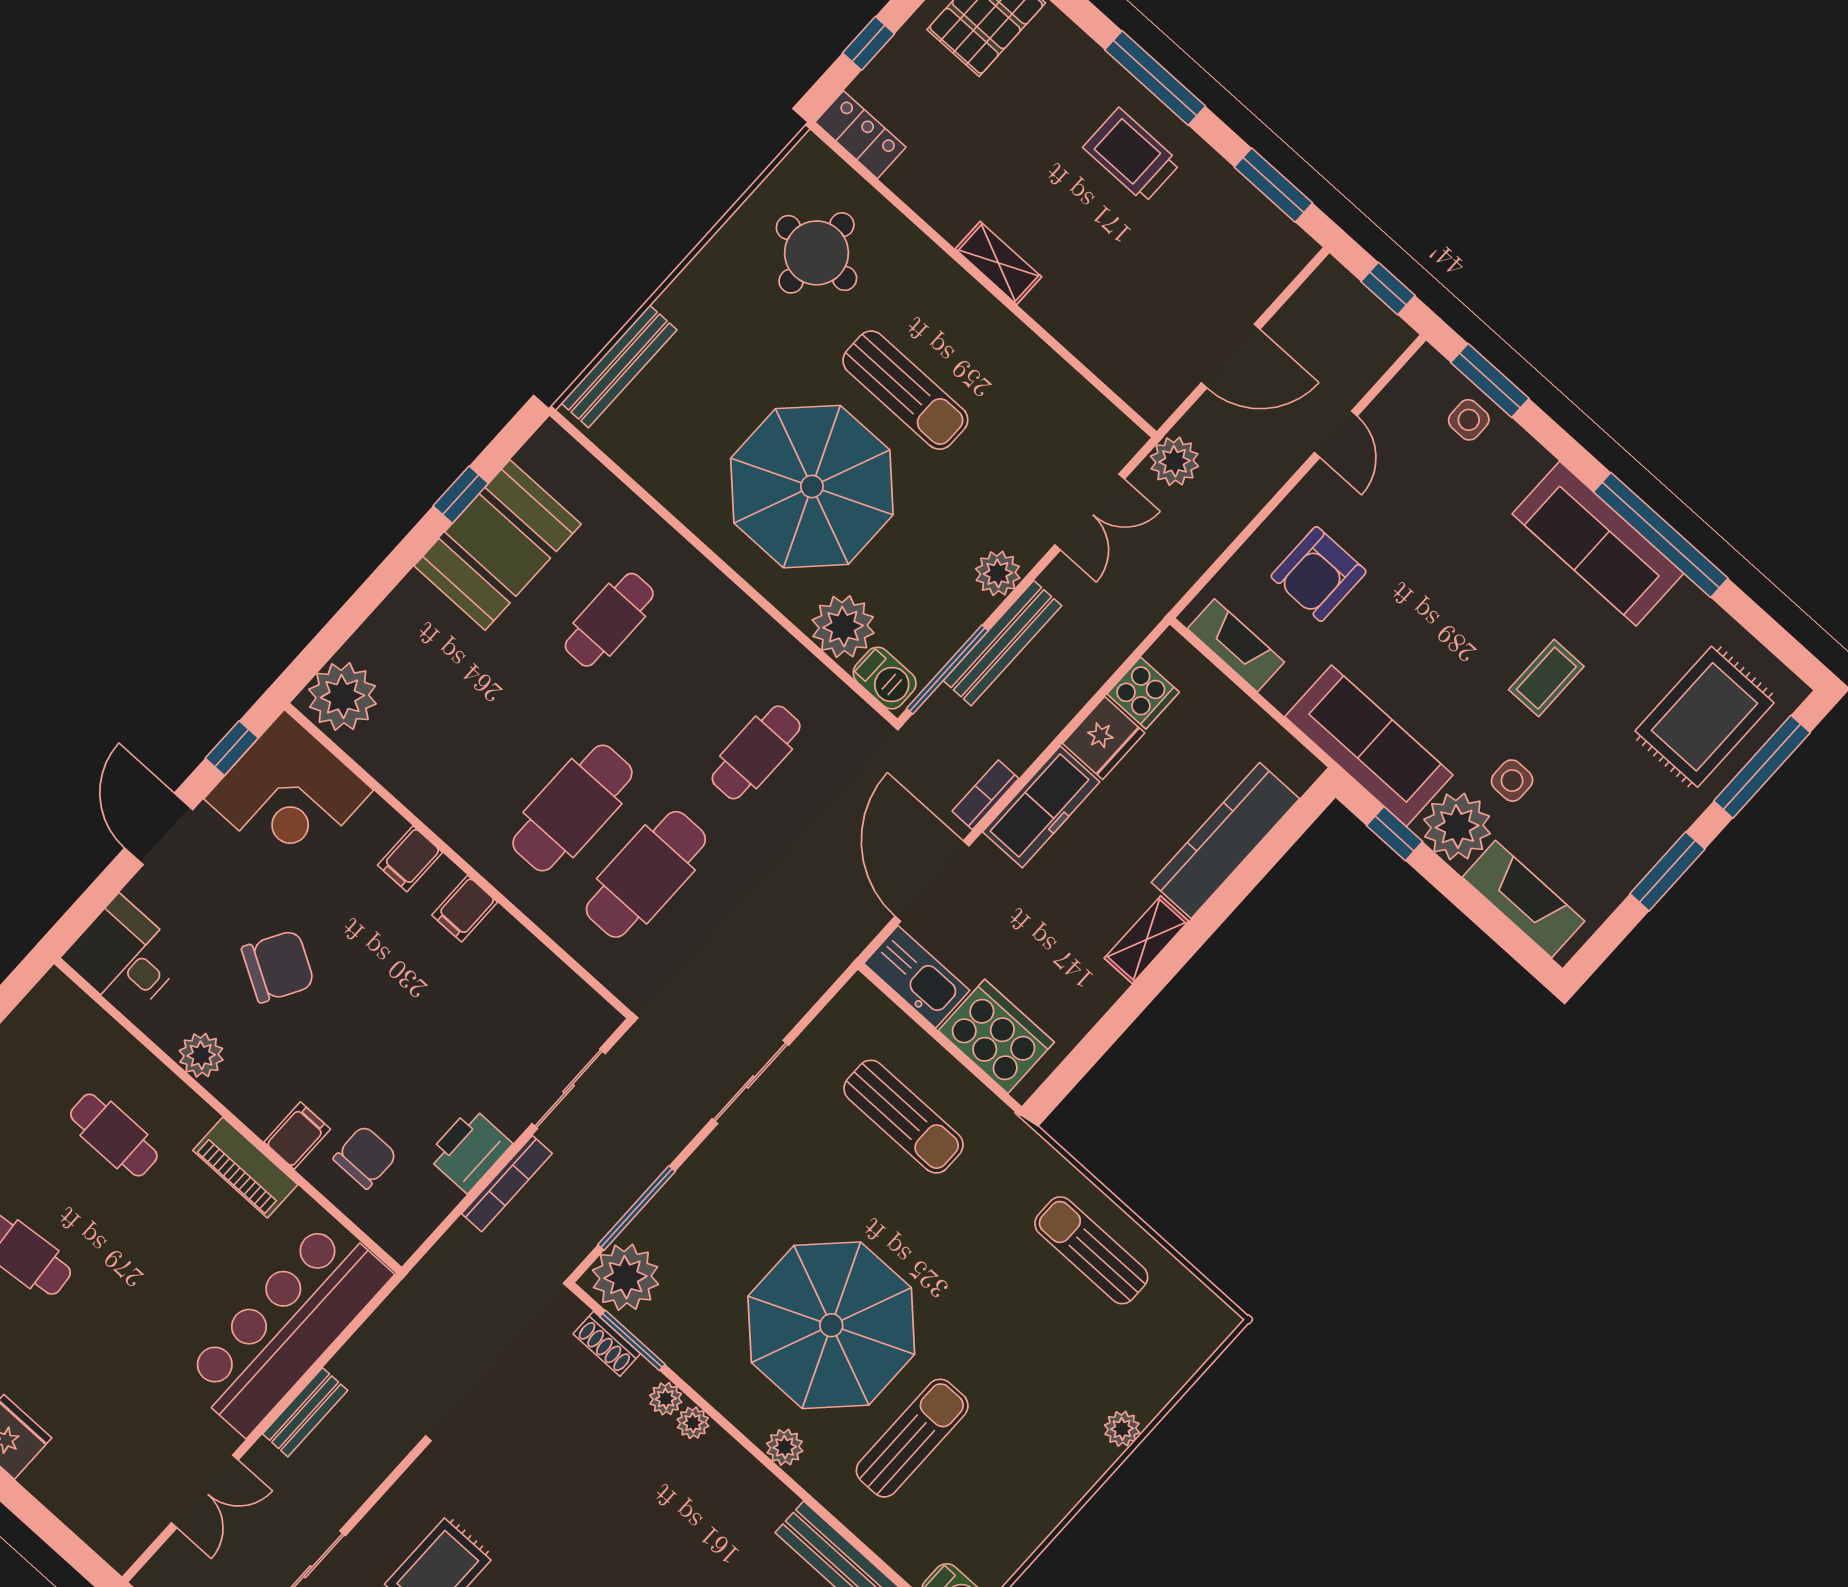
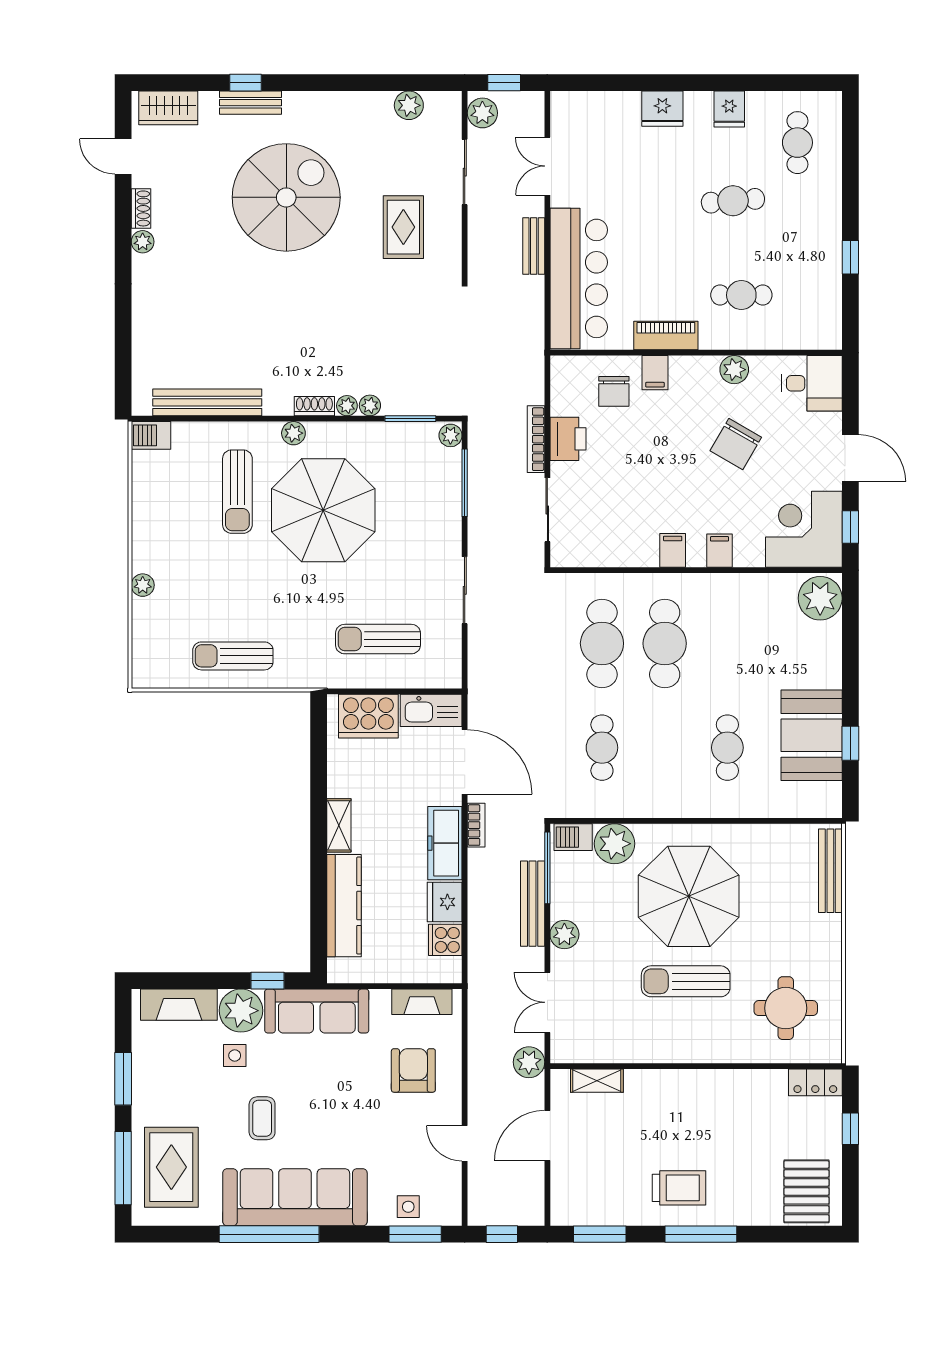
shelving: (998, 263) -> (597, 1081), moved
sofa: (1598, 544) -> (295, 1197), width x1.36, depth x1.27
sun lounger: (1091, 1250) -> (233, 656), turned 180
plant: (625, 1277) -> (450, 435), width x0.53, depth x0.53
shoe rack: (607, 1344) -> (314, 406), moved

